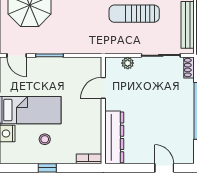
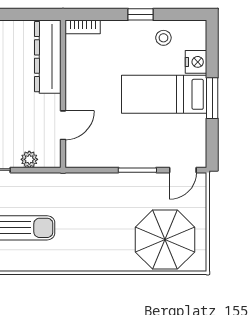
door: (17, 55) -> (183, 170), swing flipped
stool: (45, 139) -> (163, 38), moved

